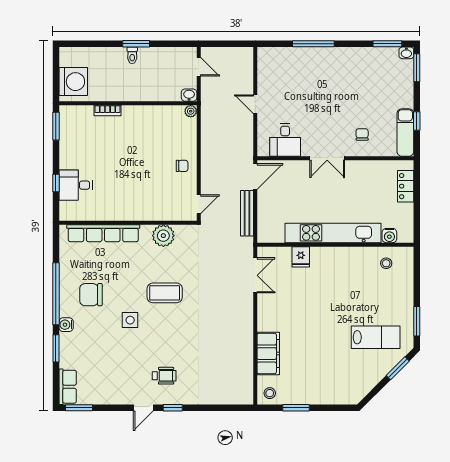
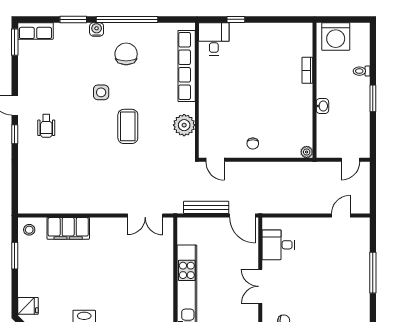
toilet: (132, 55) -> (362, 71), moved
washbasin: (189, 95) -> (322, 106), moved
door: (255, 104) -> (341, 216), moved
window: (56, 126) -> (292, 19), removed
desk: (76, 185) -> (214, 39), moved
fridge: (301, 257) -> (28, 306), moved, turned 180

